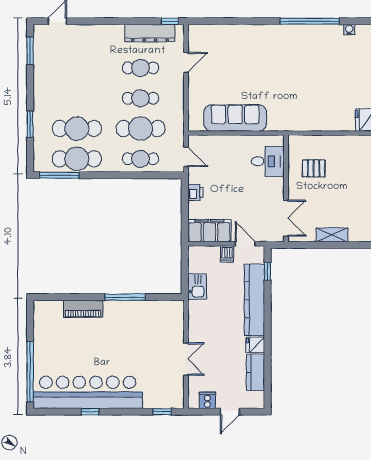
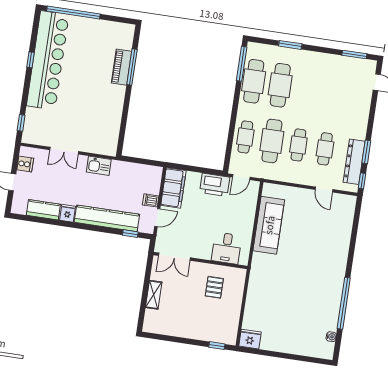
window: (137, 21) -> (366, 152), added
printer: (195, 192) -> (215, 185), width x1.87, depth x1.48
kitchen sink: (197, 286) -> (99, 166), moved
window: (125, 297) -> (132, 67), moved

